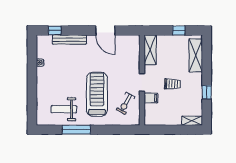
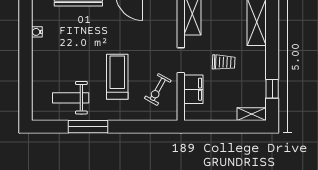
window: (207, 92) -> (272, 89), moved
treadmill: (97, 94) -> (117, 77), width x0.73, depth x0.73
filing cabinet: (151, 98) -> (193, 89), width x2.00

